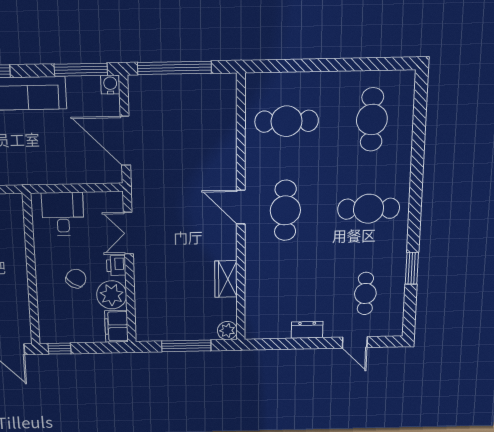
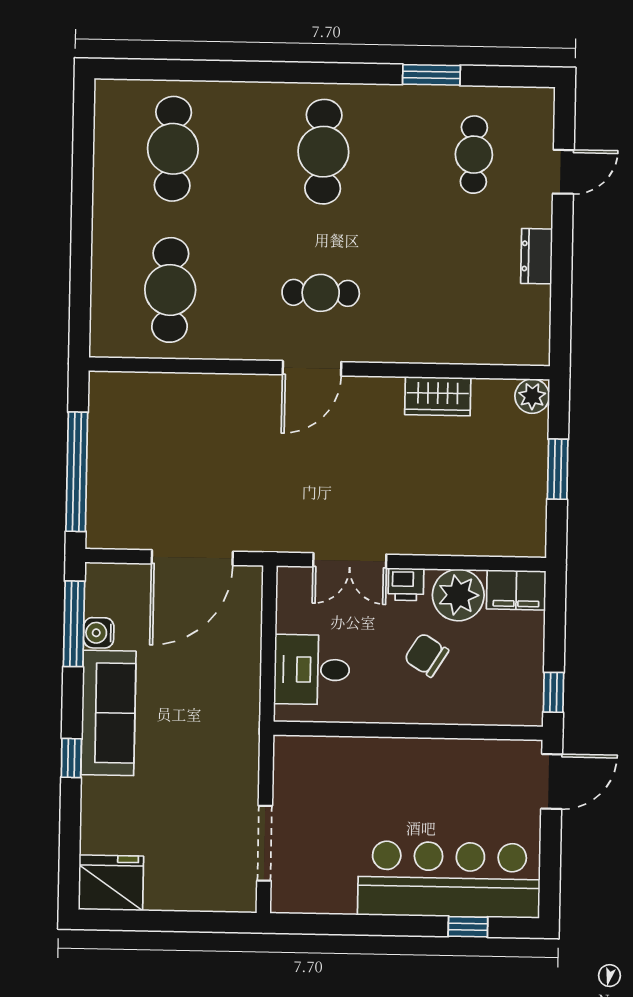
water cooler: (110, 85) -> (99, 633), moved
cafe table: (372, 120) -> (173, 149), turned 90
cafe table: (285, 210) -> (321, 293), width x0.73, depth x0.74
cafe table: (365, 294) -> (474, 155), turned 90
window: (186, 346) -> (558, 469), width x0.69

